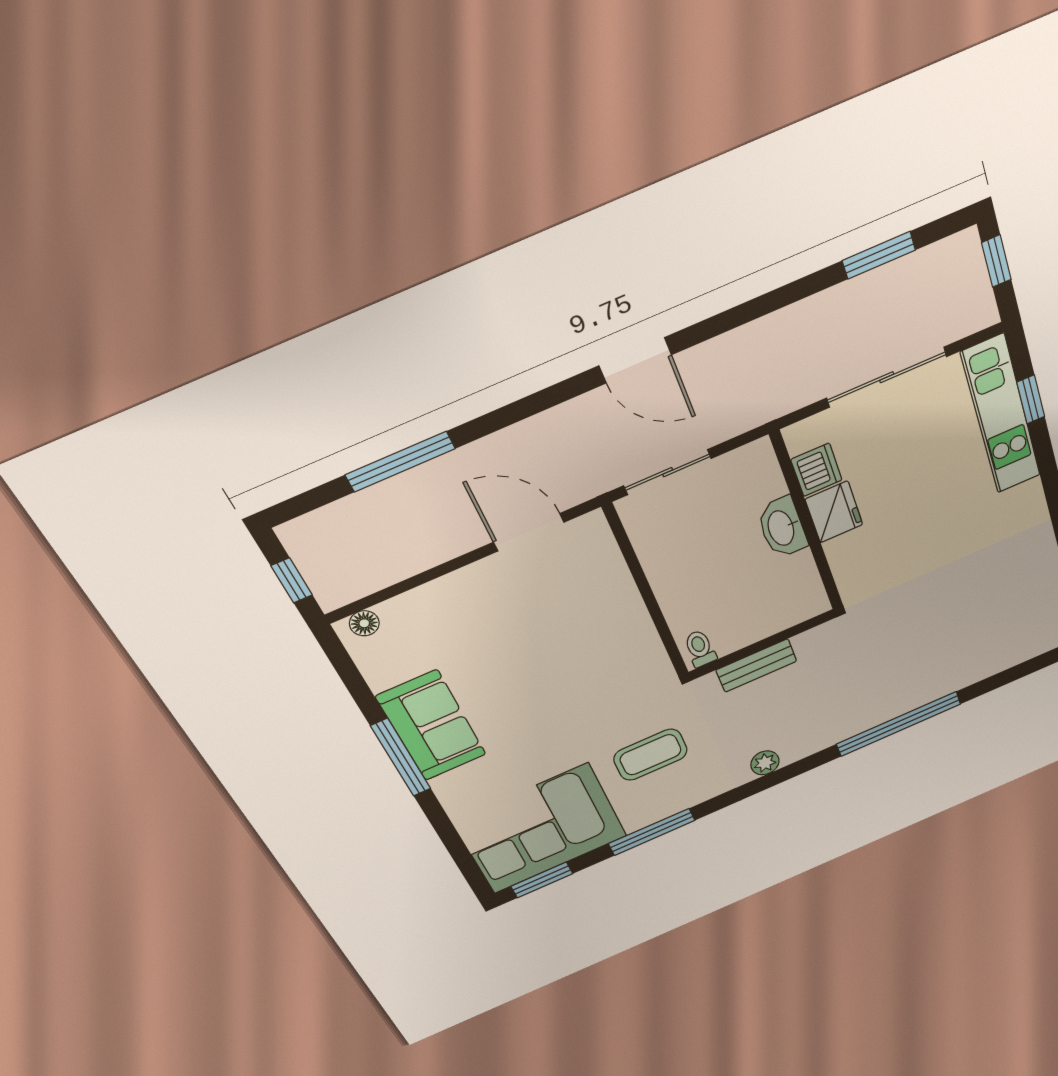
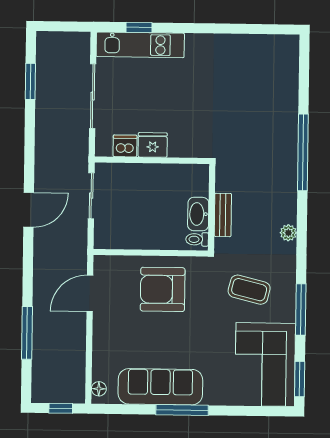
window: (996, 261) -> (59, 26), removed
sliding door: (668, 472) -> (91, 196), moved
washbasin: (782, 528) -> (198, 214), moved, turned 90
armchair: (592, 638) -> (163, 289), added
sofa: (431, 726) -> (160, 387), width x1.36
coffee table: (650, 755) -> (249, 290), turned -76

